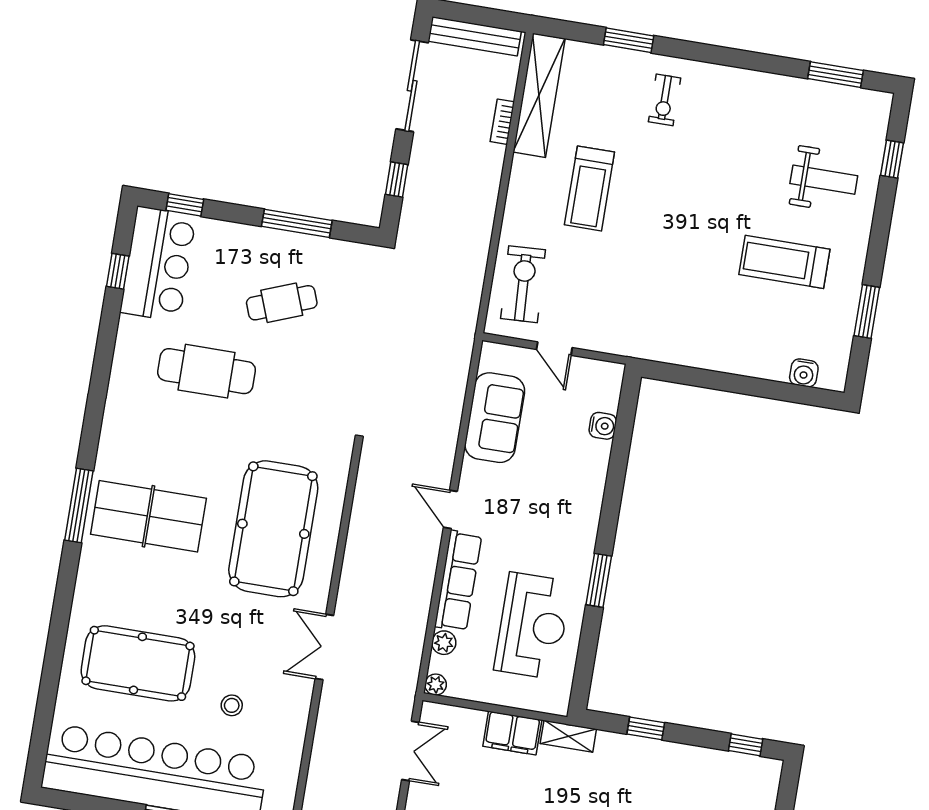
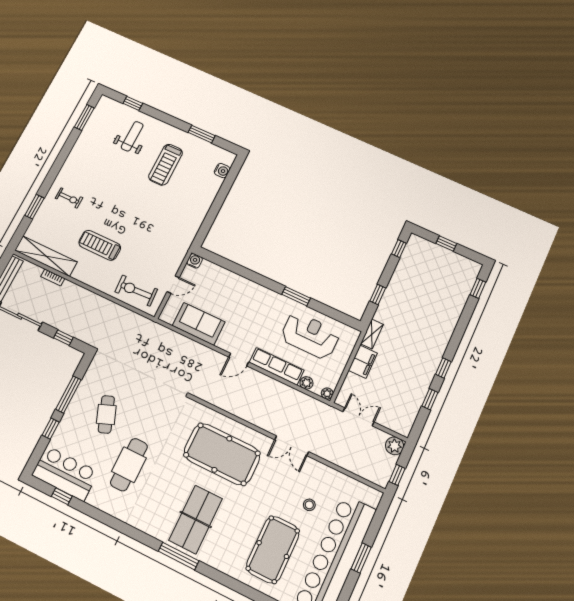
treadmill: (589, 188) -> (100, 245), turned 180
window: (185, 205) -> (51, 429), moved
water cooler: (603, 426) -> (195, 261), moved

